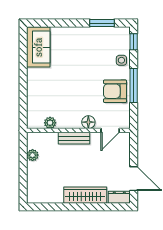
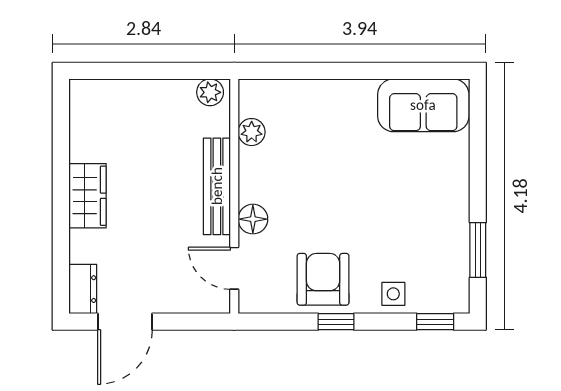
window: (134, 86) -> (336, 322), width x0.46
bench: (74, 138) -> (217, 186), width x1.36
plant: (33, 155) -> (210, 92), moved
wardrobe: (85, 195) -> (88, 196), width x0.67

